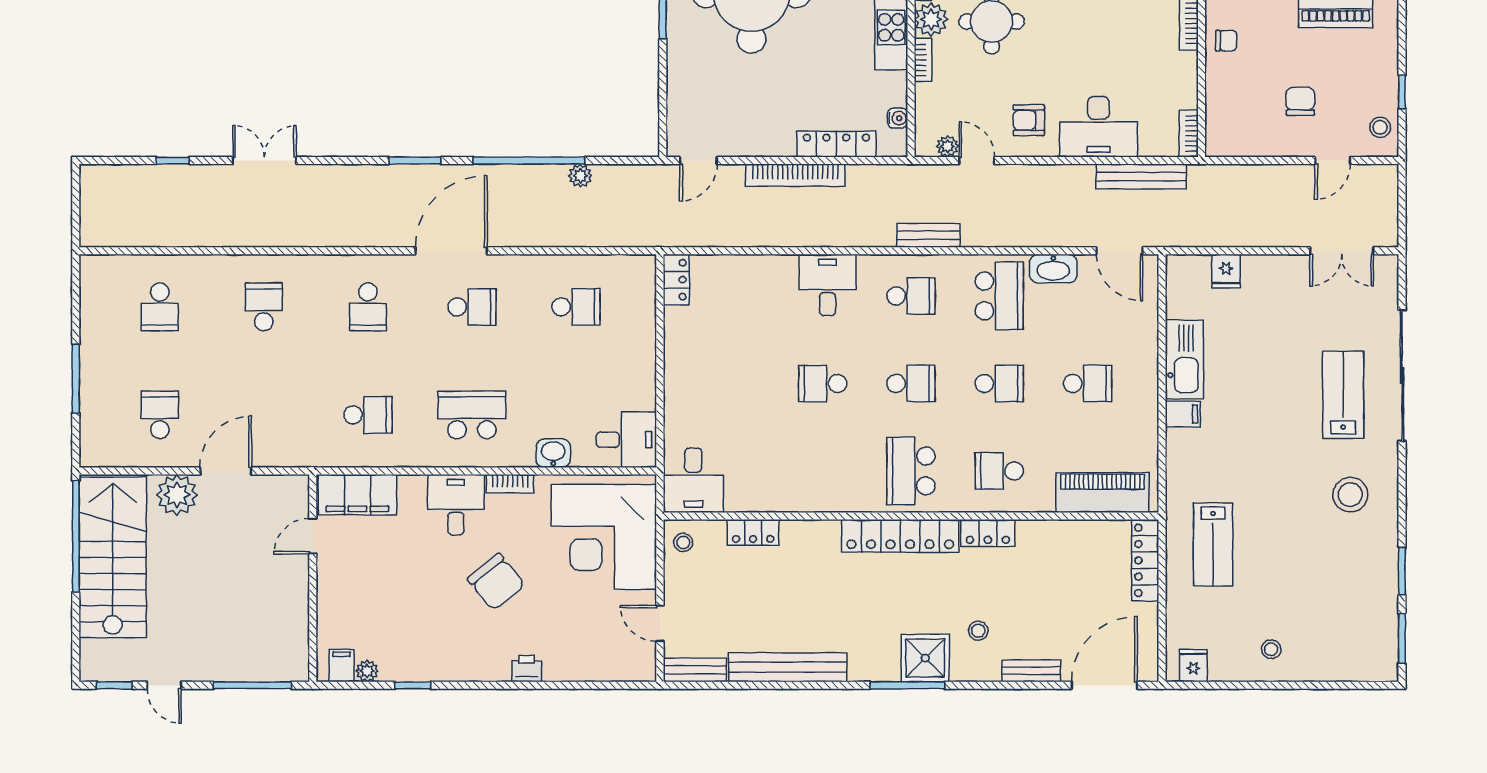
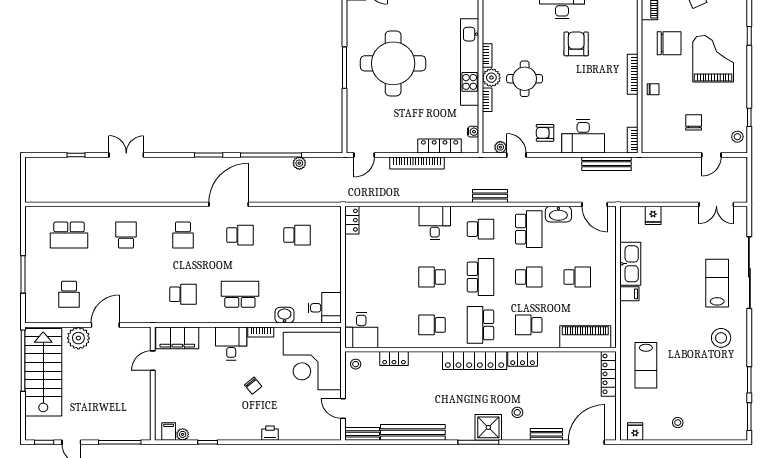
school desk: (160, 307) -> (69, 235), width x1.85
school desk: (911, 383) -> (480, 277), width x1.85
school desk: (160, 415) -> (69, 294), turned 180
school desk: (823, 471) -> (432, 325), added
chair: (496, 582) -> (253, 386), width x0.54, depth x0.54

